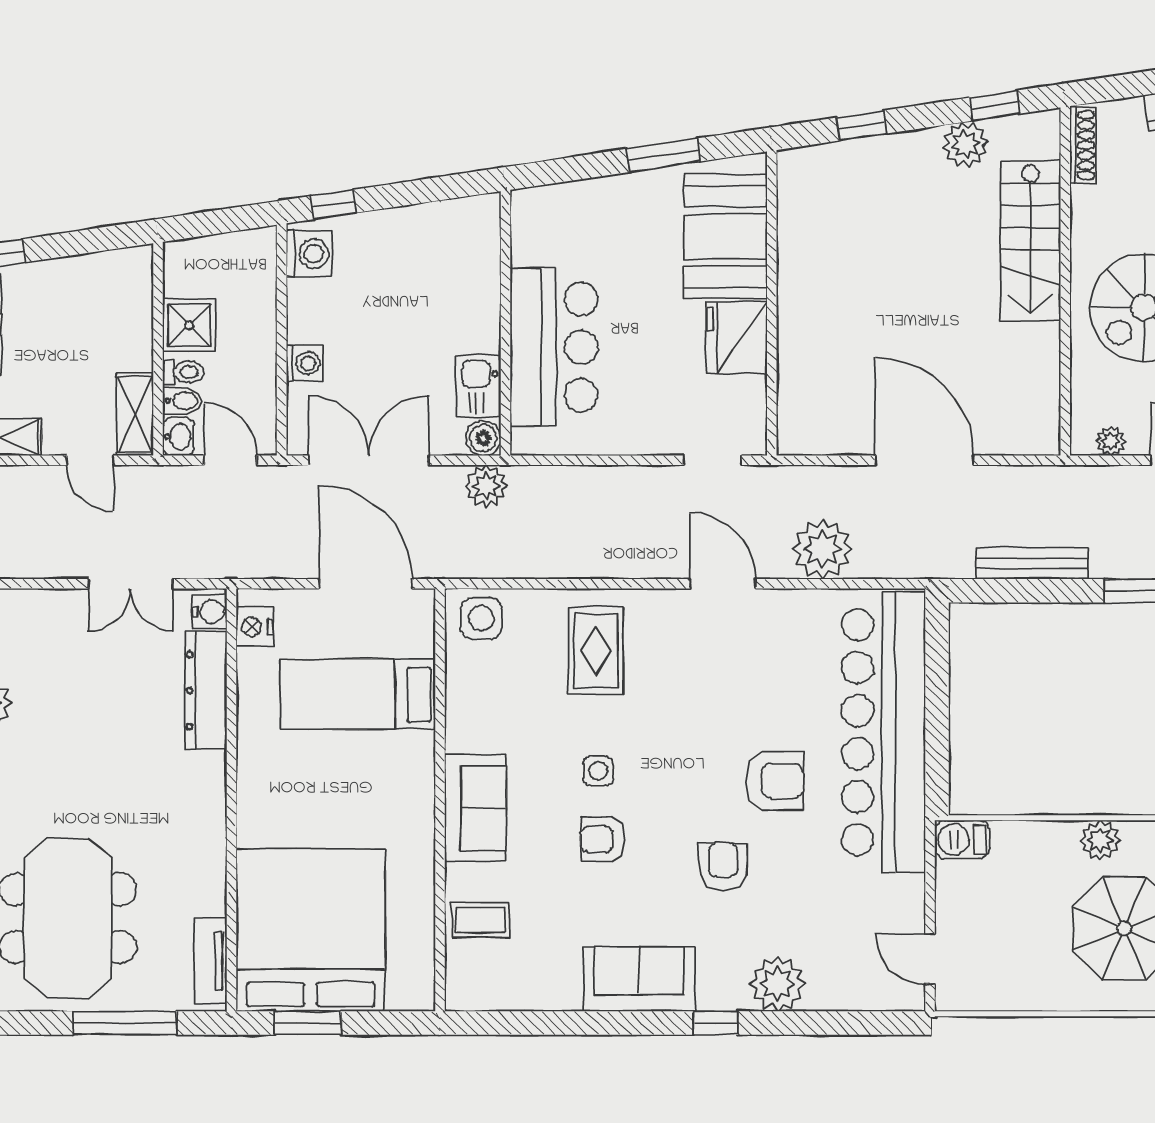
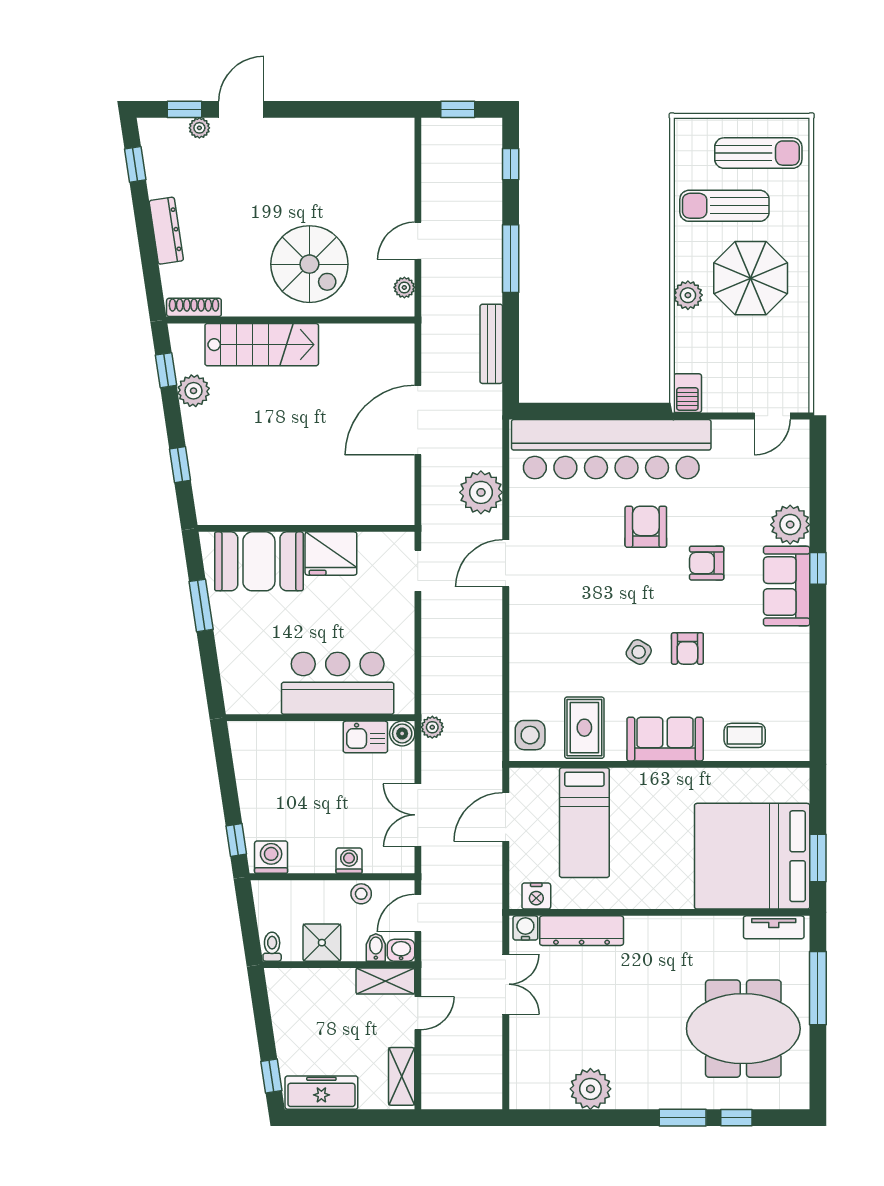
toilet: (183, 372) -> (272, 947), moved
stool: (258, 380) -> (361, 894), added
double door: (369, 460) -> (418, 815), width x0.73
plant: (486, 486) -> (432, 727), width x0.73, depth x0.73
door: (366, 584) -> (506, 817), width x0.73
rug: (596, 651) -> (584, 728), moved, turned 90
side table: (598, 771) -> (639, 652), turned 32
coffee table: (481, 920) -> (745, 735), turned 90
sofa: (639, 979) -> (787, 586), moved

